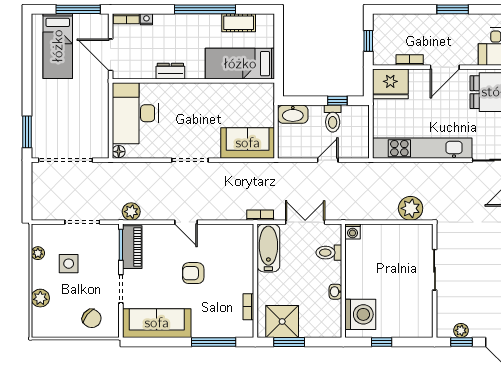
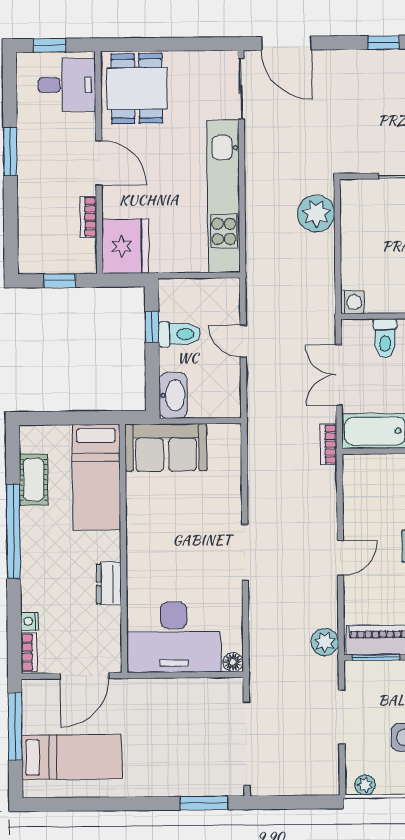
sofa: (248, 143) -> (166, 447), moved, turned -90
plant: (38, 253) -> (365, 785), moved

